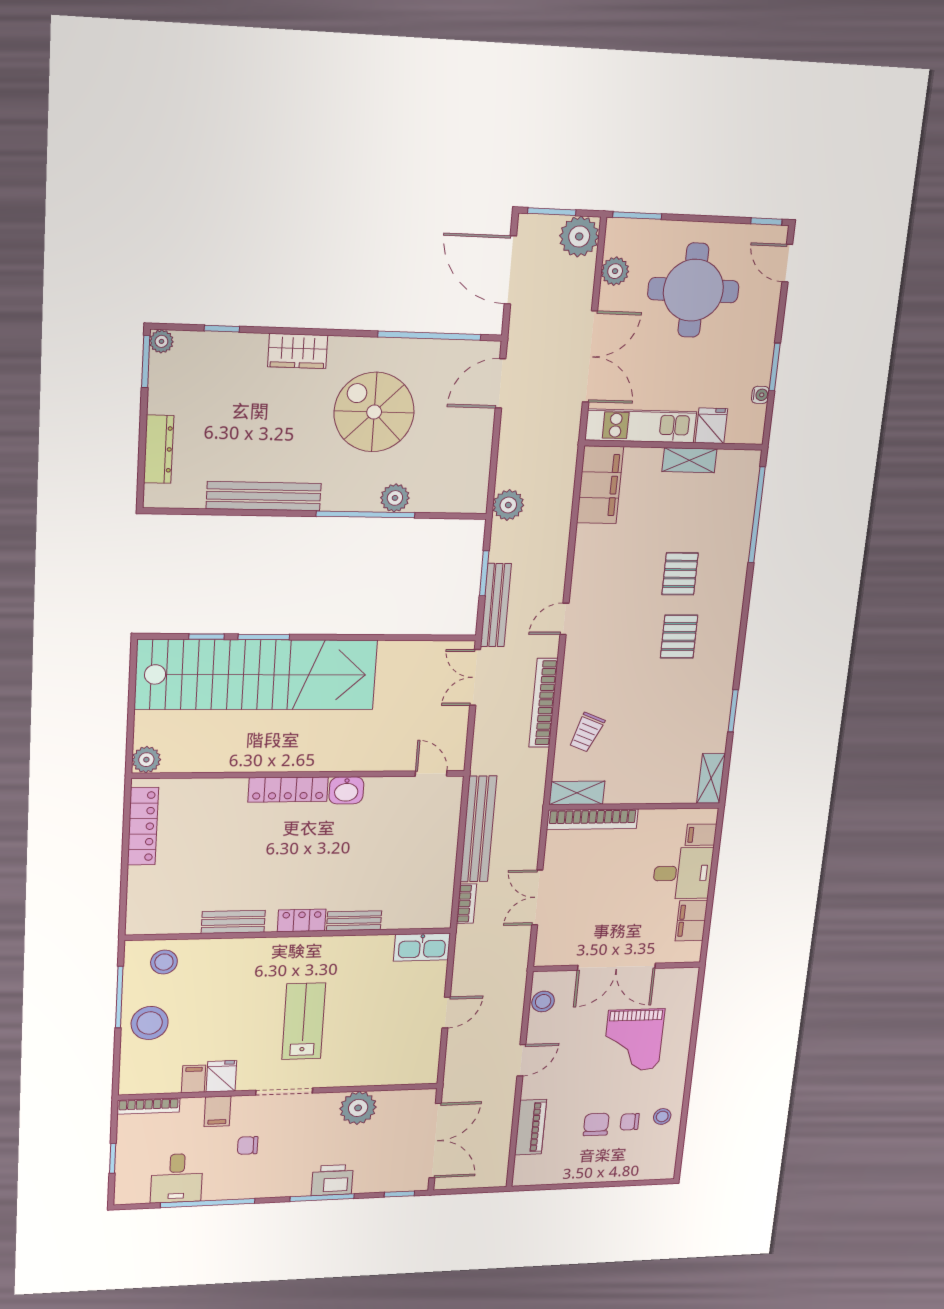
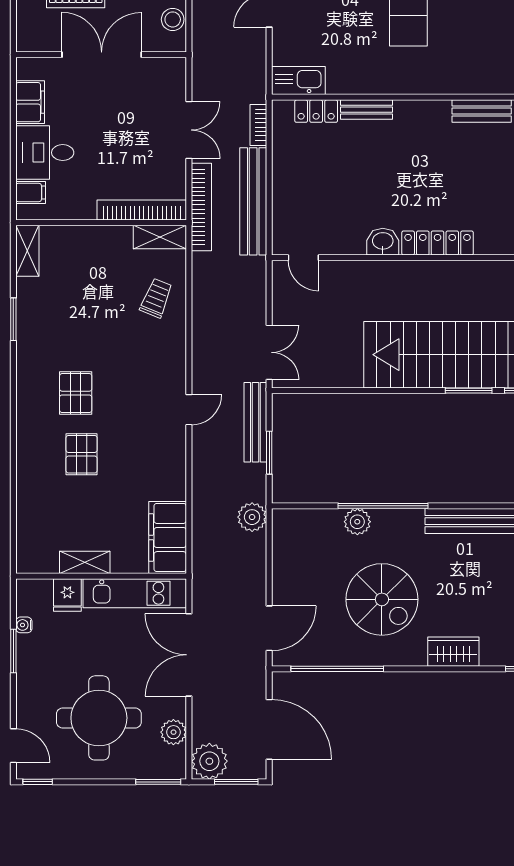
window: (757, 515) -> (13, 512), removed
bookcase: (543, 703) -> (201, 207), moved
locker: (302, 920) -> (316, 111), moved

